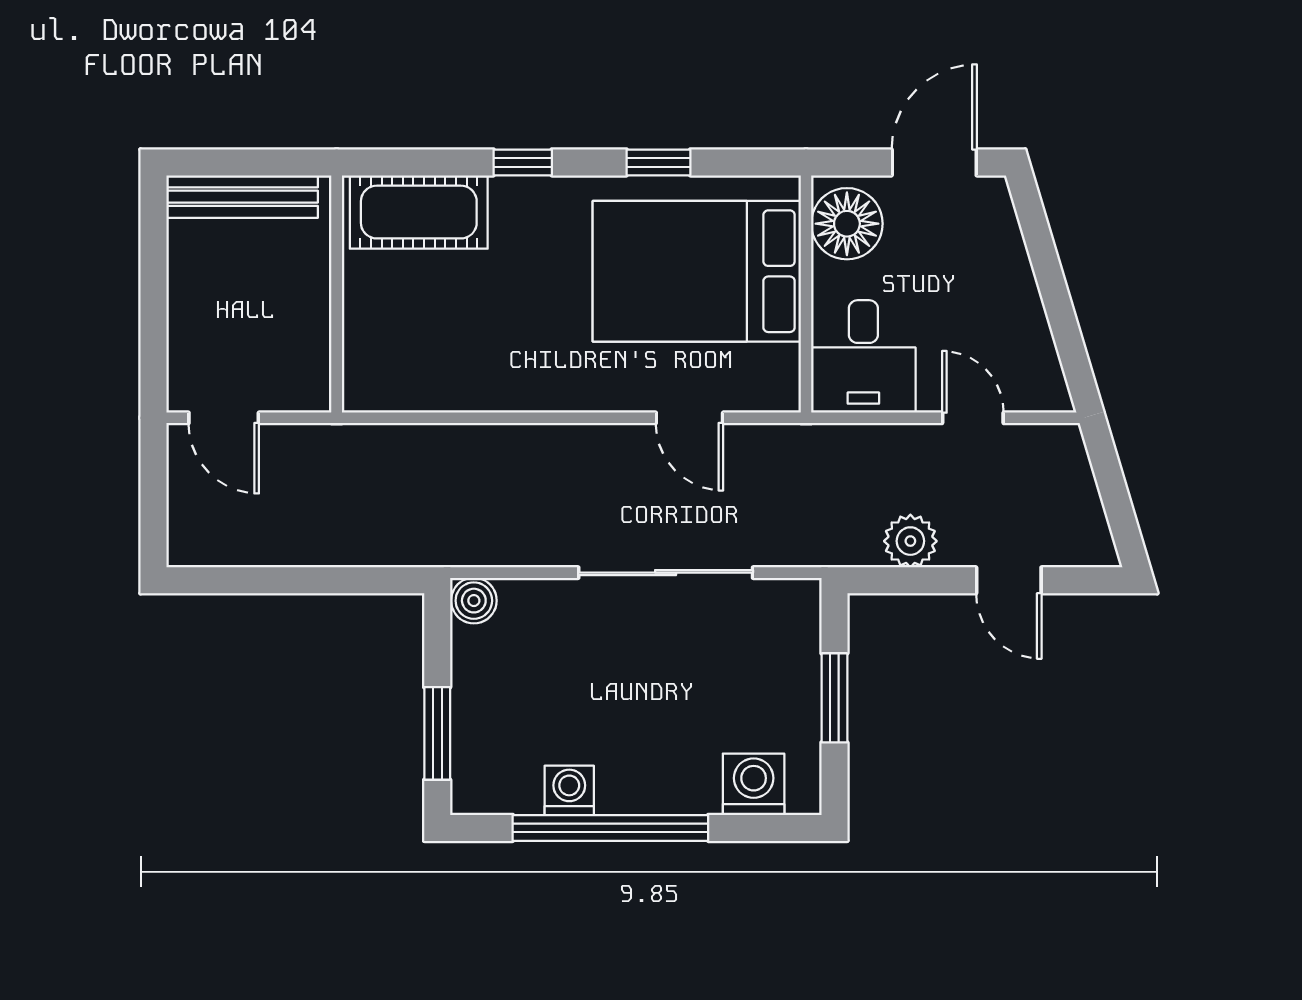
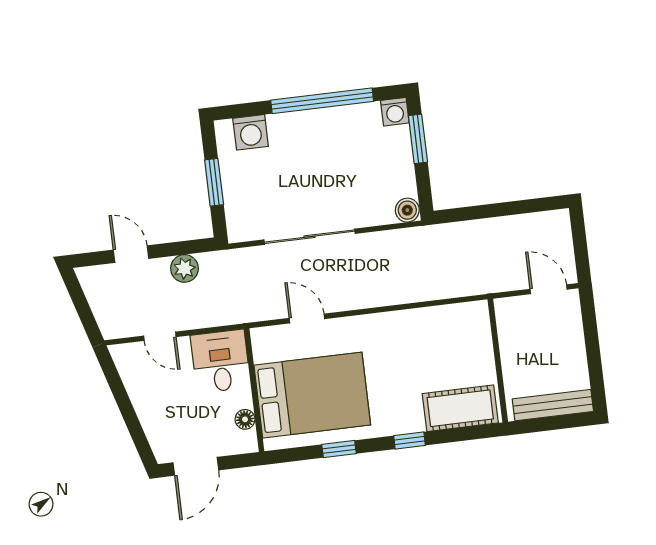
floor lamp: (847, 224) -> (245, 419), width x0.53, depth x0.53
washing machine: (569, 790) -> (395, 112), moved

